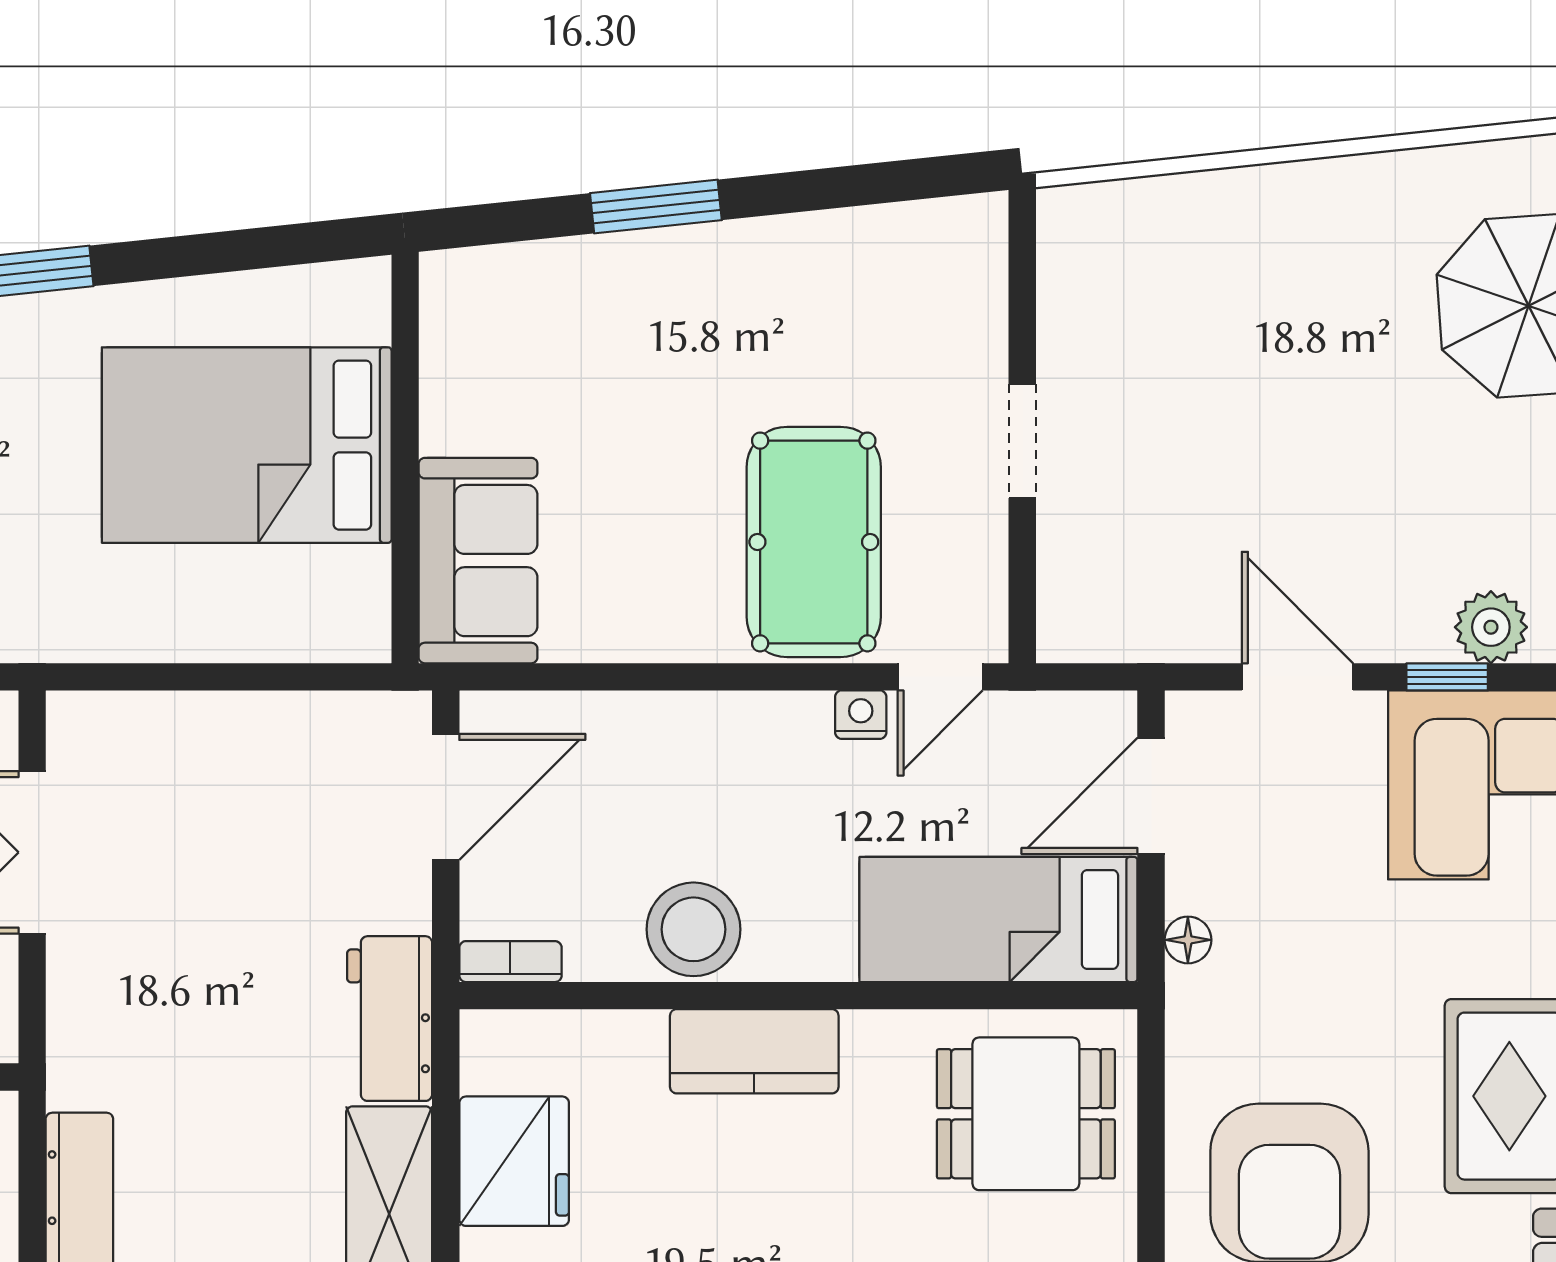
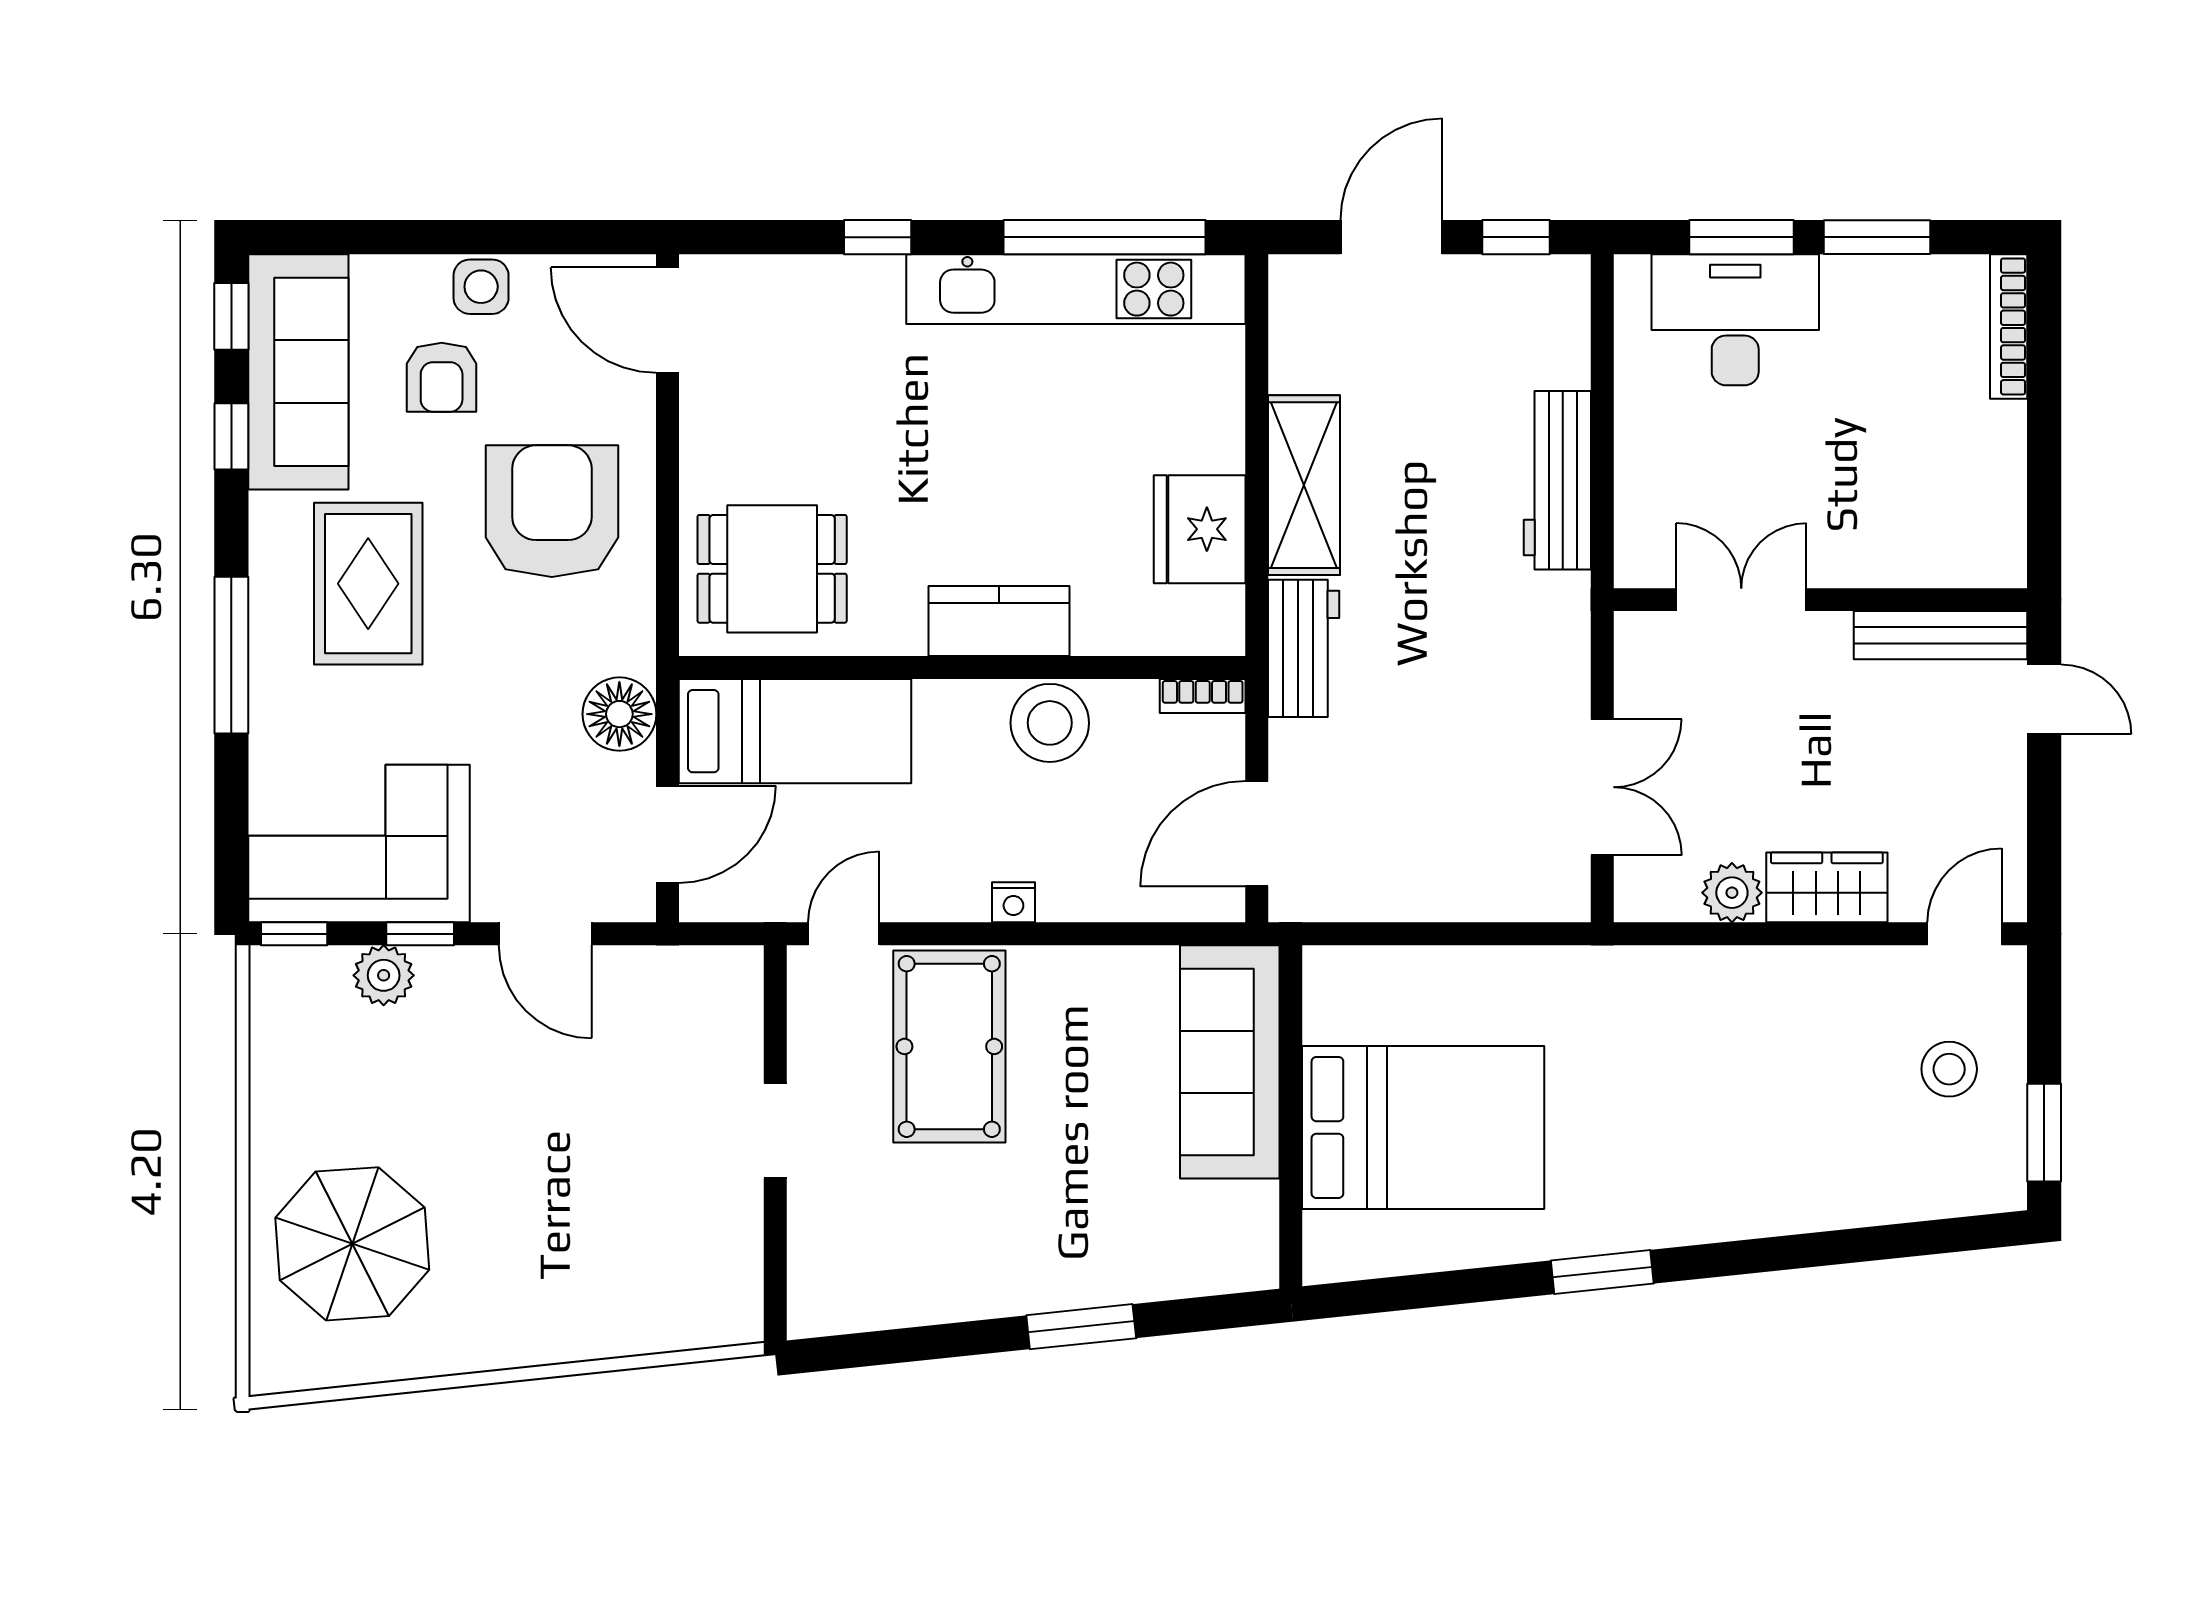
sofa: (478, 561) -> (1230, 1062), width x1.36
nightstand: (861, 715) -> (1013, 902), moved
floor lamp: (1188, 940) -> (619, 714), width x1.89, depth x1.89

